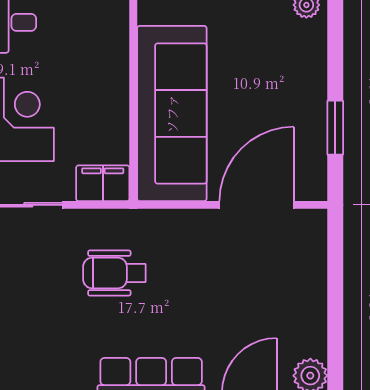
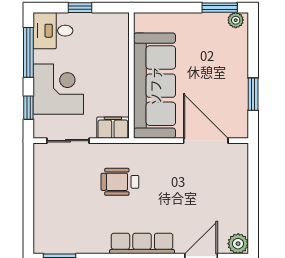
door: (257, 205) -> (206, 141), hinge flipped

